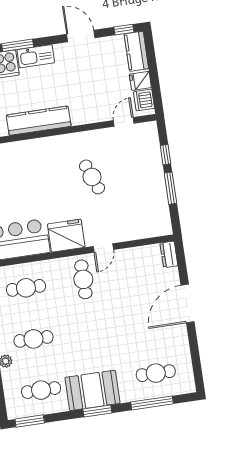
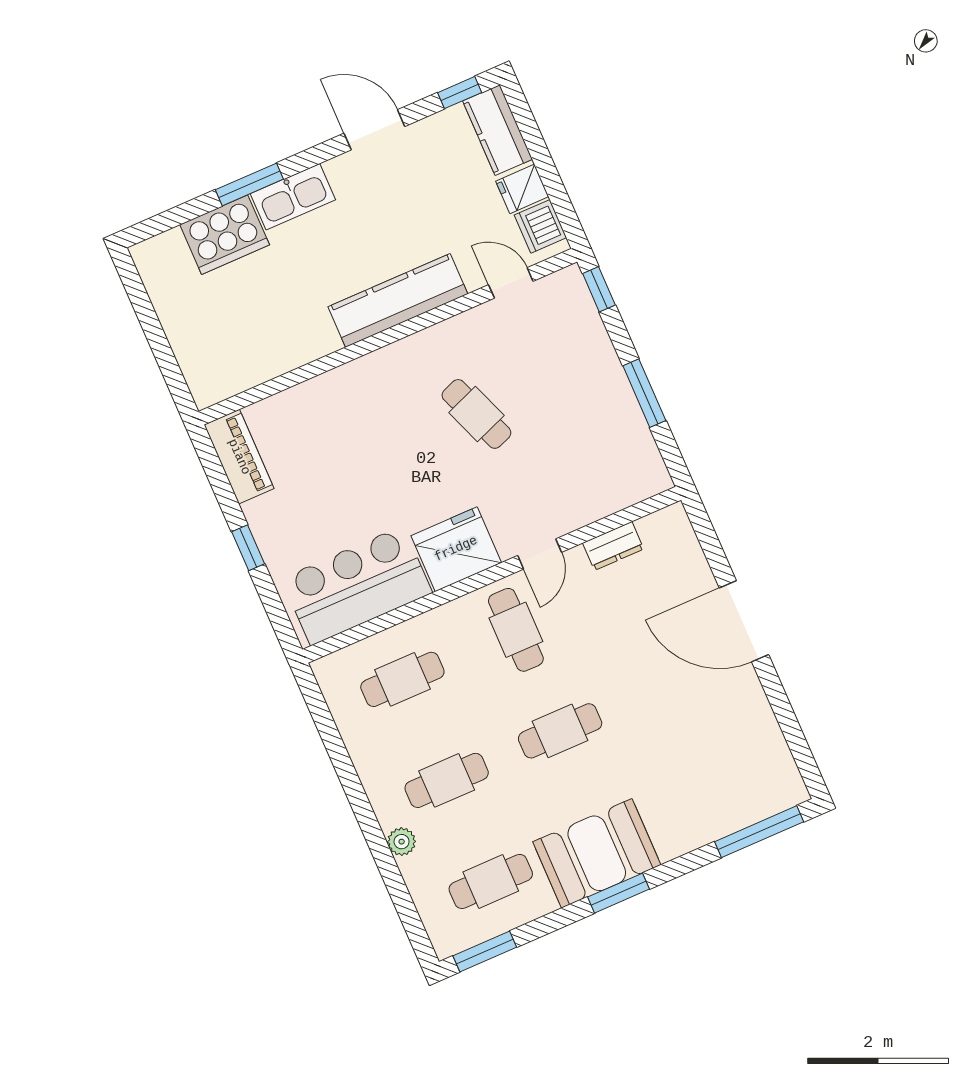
kitchen counter: (39, 121) -> (398, 300), moved
door: (124, 122) -> (511, 283), hinge flipped
window: (165, 155) -> (599, 289), moved
dresser: (169, 254) -> (613, 546), moved, turned -90
door: (187, 304) -> (744, 621), hinge flipped
cafe table: (156, 373) -> (560, 731), moved
window: (152, 403) -> (759, 832), moved

